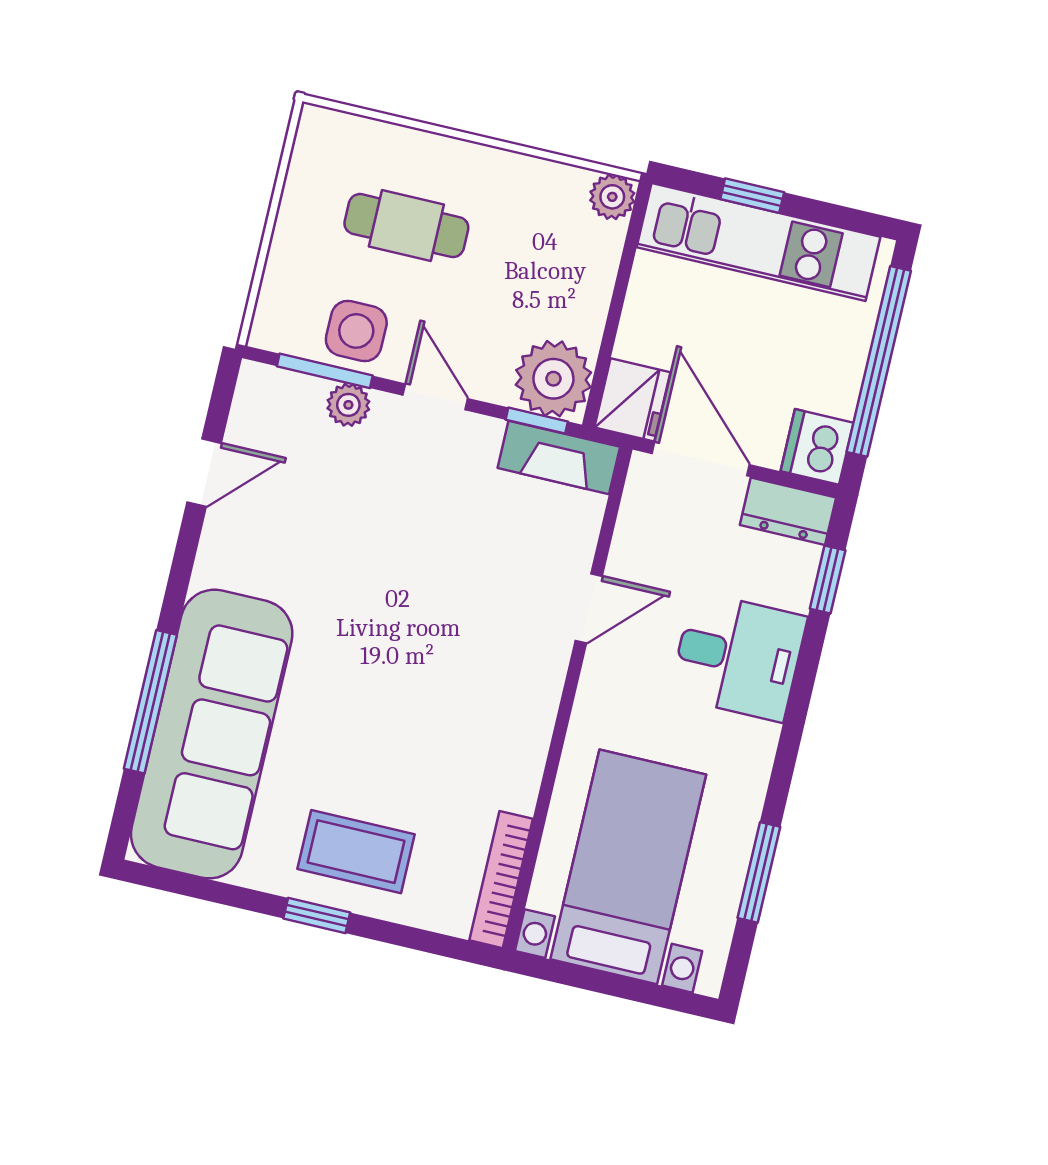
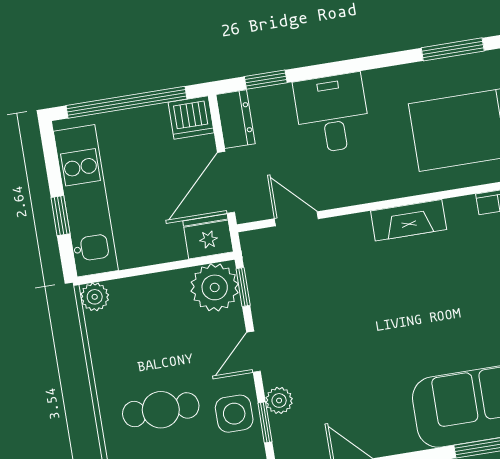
cafe table: (406, 226) -> (161, 410), turned 90
window: (325, 371) -> (265, 422), width x0.67
fireplace: (559, 457) -> (409, 220), moved, turned 90
door: (589, 608) -> (296, 219), moved

